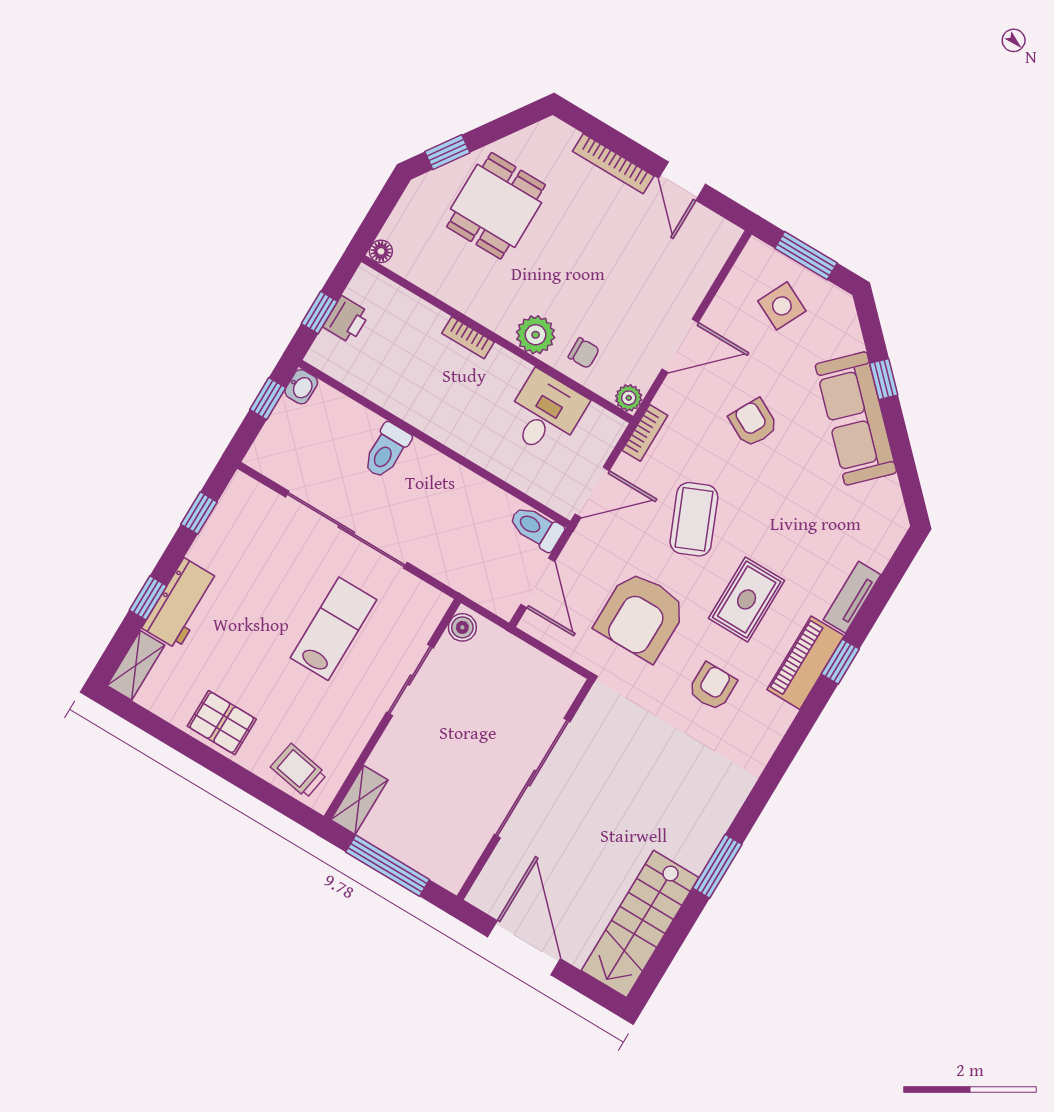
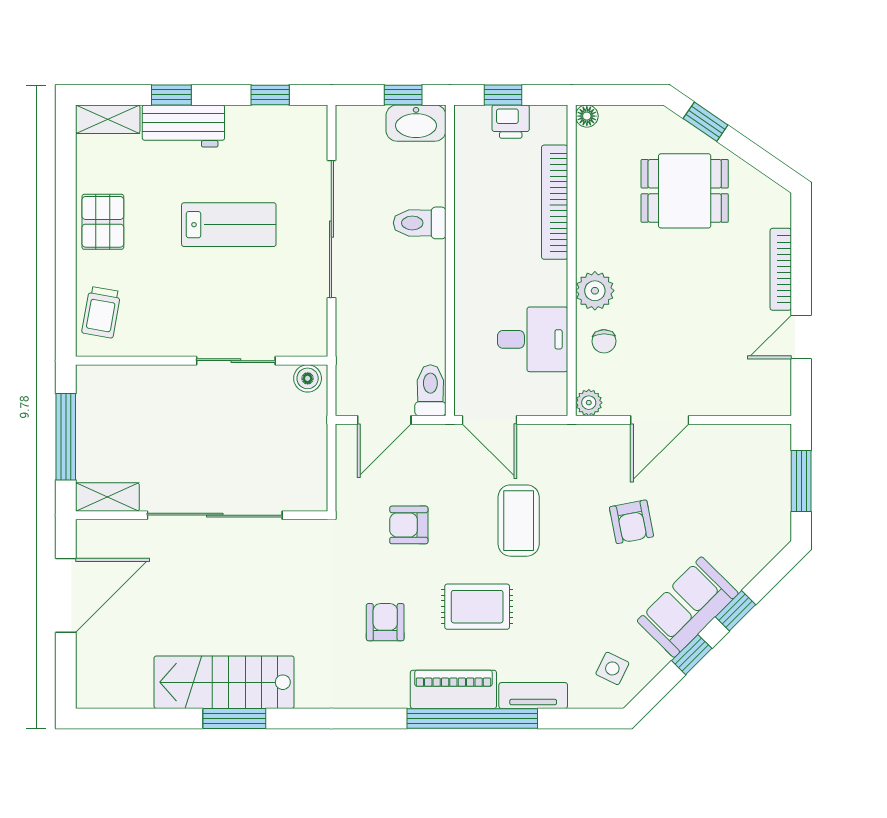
side table: (782, 306) -> (612, 668), moved, width x0.73, depth x0.73
bookcase: (468, 338) -> (555, 202), width x2.31, depth x1.31
door: (680, 346) -> (660, 420), hinge flipped
washbasin: (301, 387) -> (416, 123), width x1.91, depth x1.45
sofa: (856, 418) -> (688, 607), width x0.73
armchair: (753, 423) -> (631, 522), turned 141
bookcase: (645, 433) -> (567, 434), removed
window: (899, 440) -> (692, 655), added
coffee table: (694, 519) -> (519, 521), turned -67
armchair: (641, 616) -> (409, 525), width x0.53, depth x0.53
lab bench: (334, 629) -> (229, 225), moved
window: (840, 662) -> (472, 718), width x3.17
armchair: (712, 687) -> (385, 622), turned -90
trolley: (299, 771) -> (101, 312), turned 180
shelving: (359, 800) -> (107, 497), moved
stairs: (640, 924) -> (224, 682), moved

